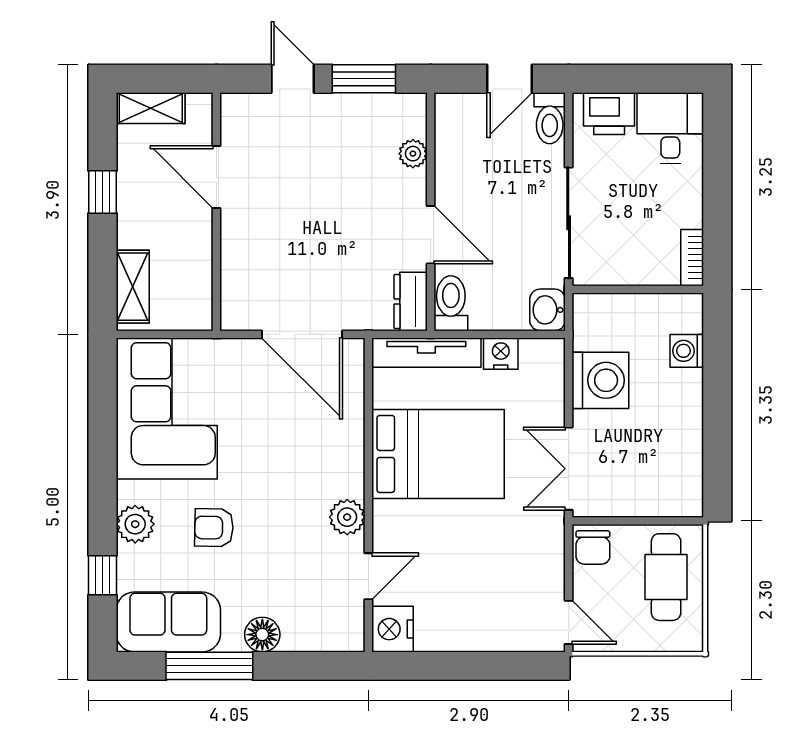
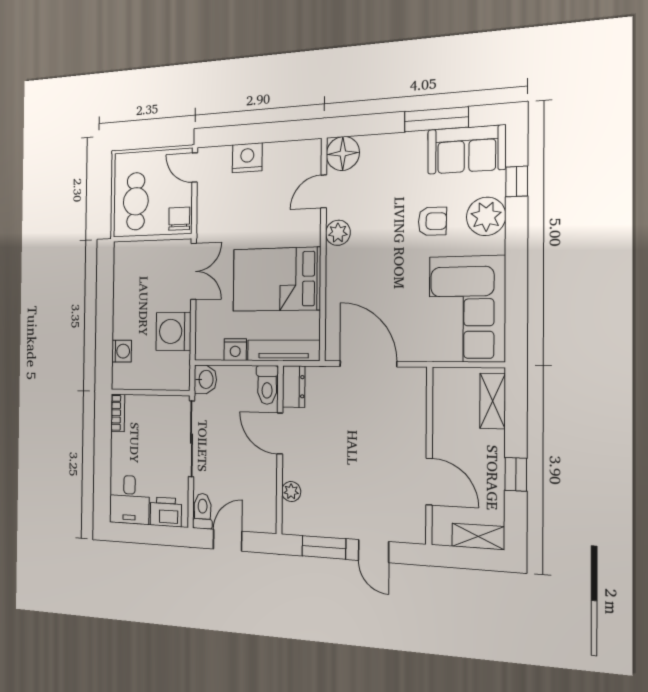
plant: (135, 524) -> (486, 216), width x1.36, depth x1.36
nightstand: (392, 629) -> (247, 158), moved, turned -90
floor lamp: (262, 635) -> (343, 154), moved, width x1.38, depth x1.38

